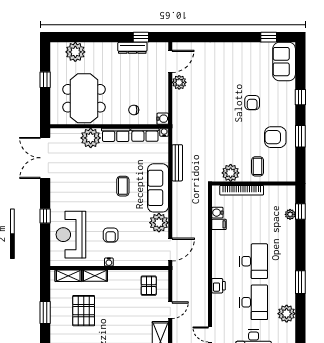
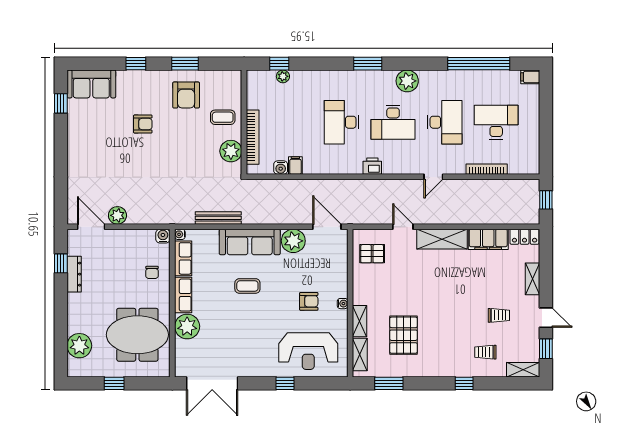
desk: (254, 261) -> (341, 122), turned -90
desk: (254, 302) -> (393, 122), turned 180
pallet: (84, 311) -> (404, 335), turned 90
window: (45, 313) -> (389, 383), moved

